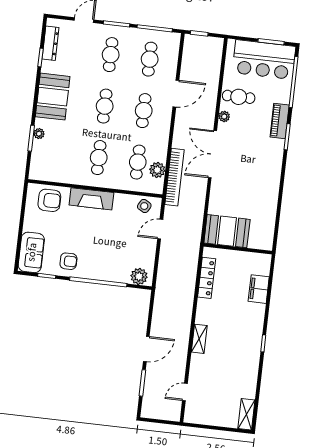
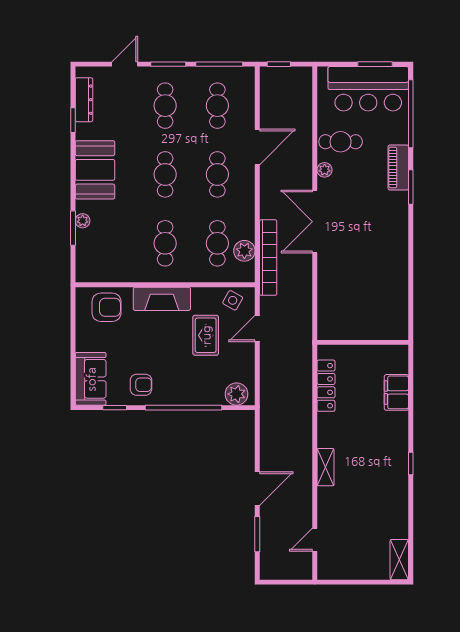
rug: (121, 230) -> (206, 335), added
booth: (227, 231) -> (346, 321), removed

